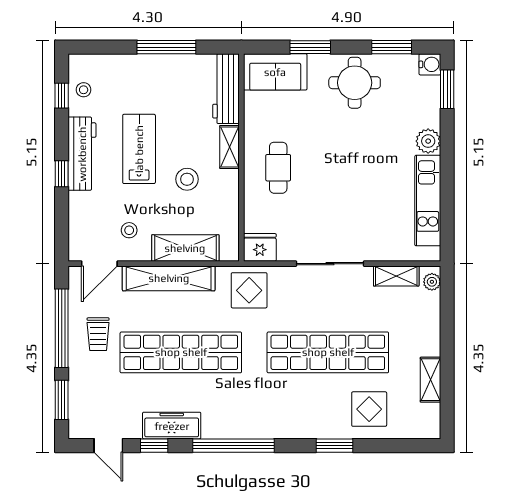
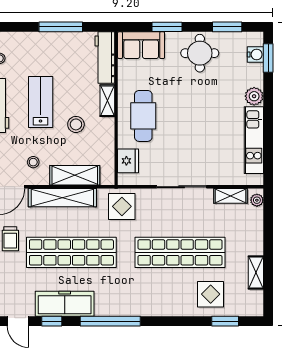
water cooler: (430, 64) -> (255, 55), moved
cafe table: (278, 168) -> (143, 116), width x1.37, depth x1.35
fridge: (260, 247) -> (128, 161), moved, turned 90
freezer: (172, 426) -> (65, 304), width x1.36, depth x1.26
window: (335, 446) -> (225, 321), moved

